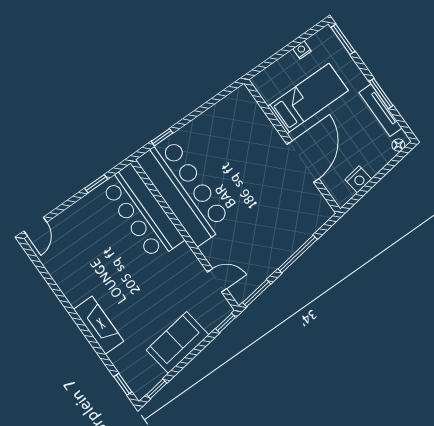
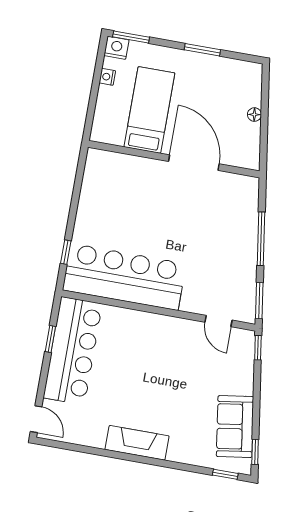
tv unit: (381, 110) -> (215, 63), removed
floor lamp: (398, 145) -> (254, 115), moved
nightstand: (358, 179) -> (116, 48), moved, turned -81
bar counter: (142, 213) -> (73, 351), moved, turned -90
door: (217, 280) -> (219, 321), swing flipped
fireplace: (99, 325) -> (137, 443), moved
sofa: (178, 342) -> (235, 427), moved

